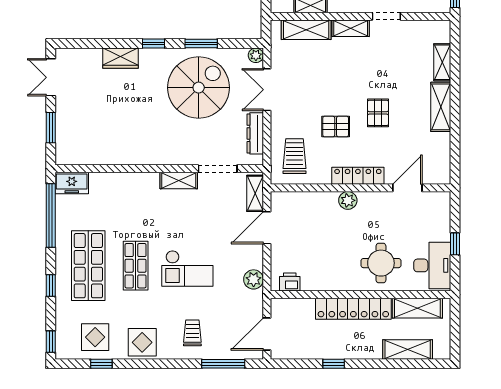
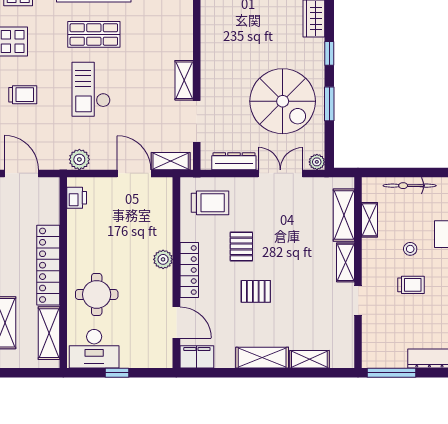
filing cabinet: (440, 168) -> (197, 357), added

